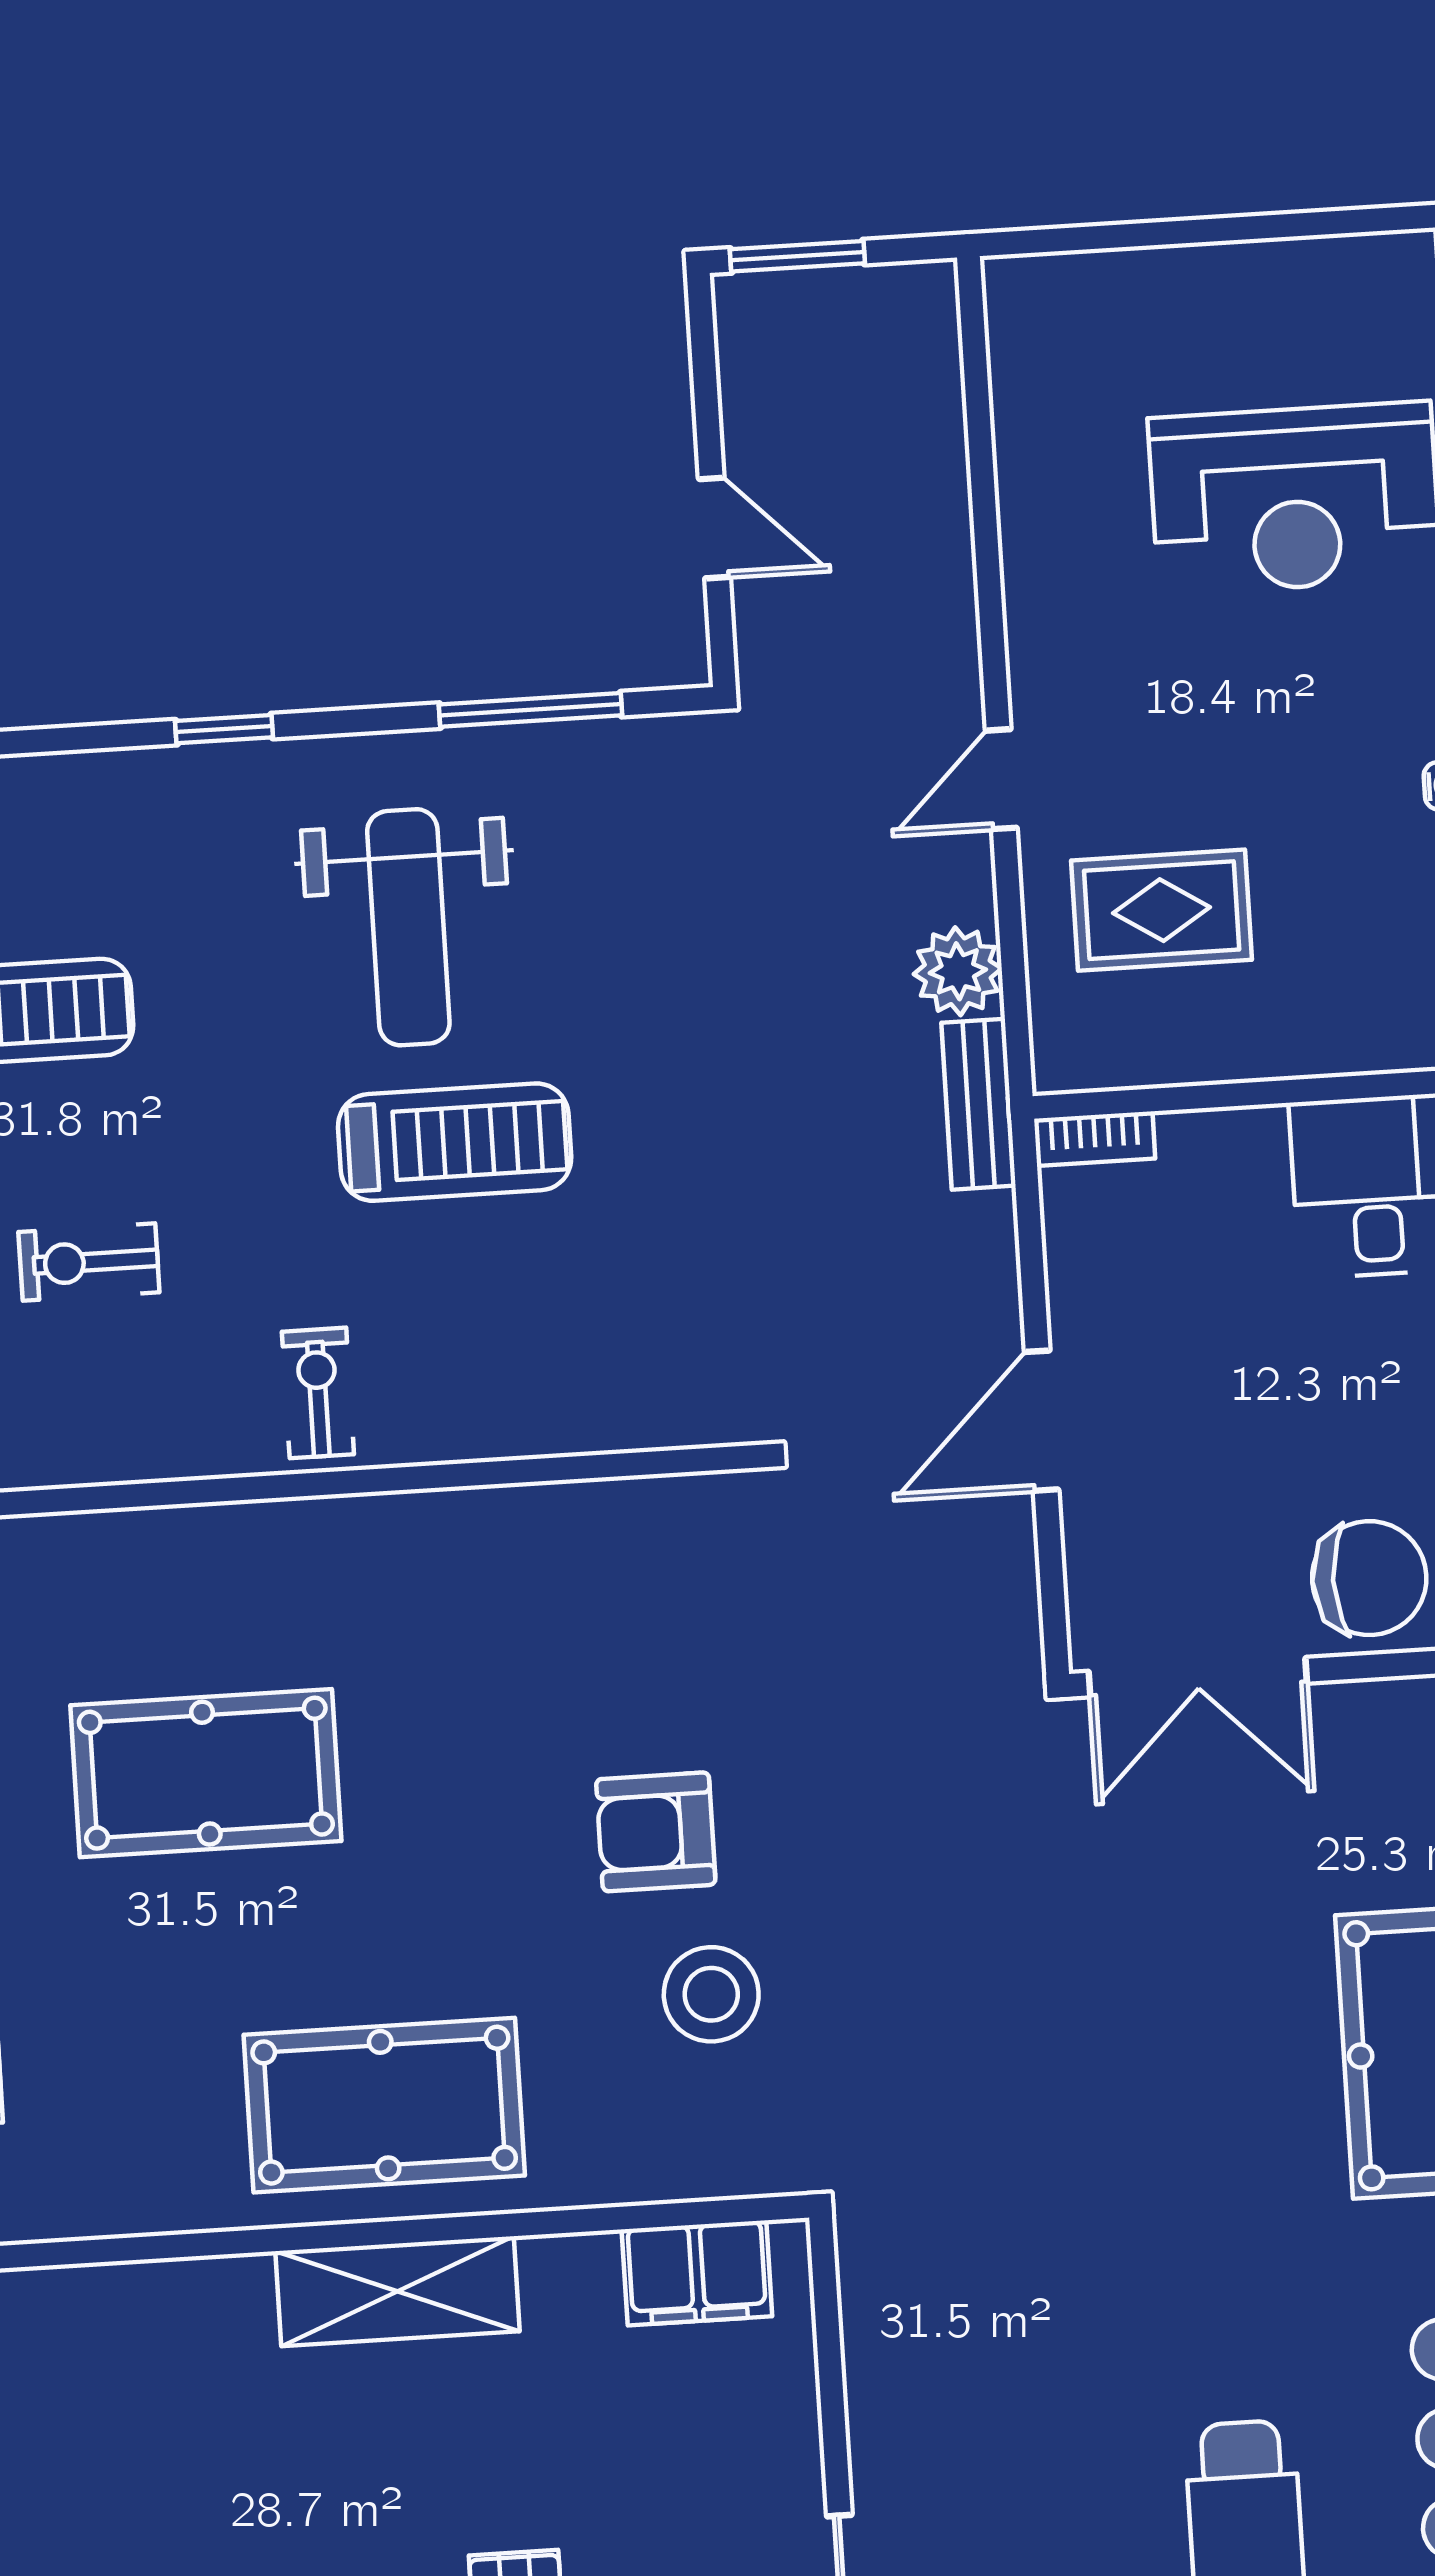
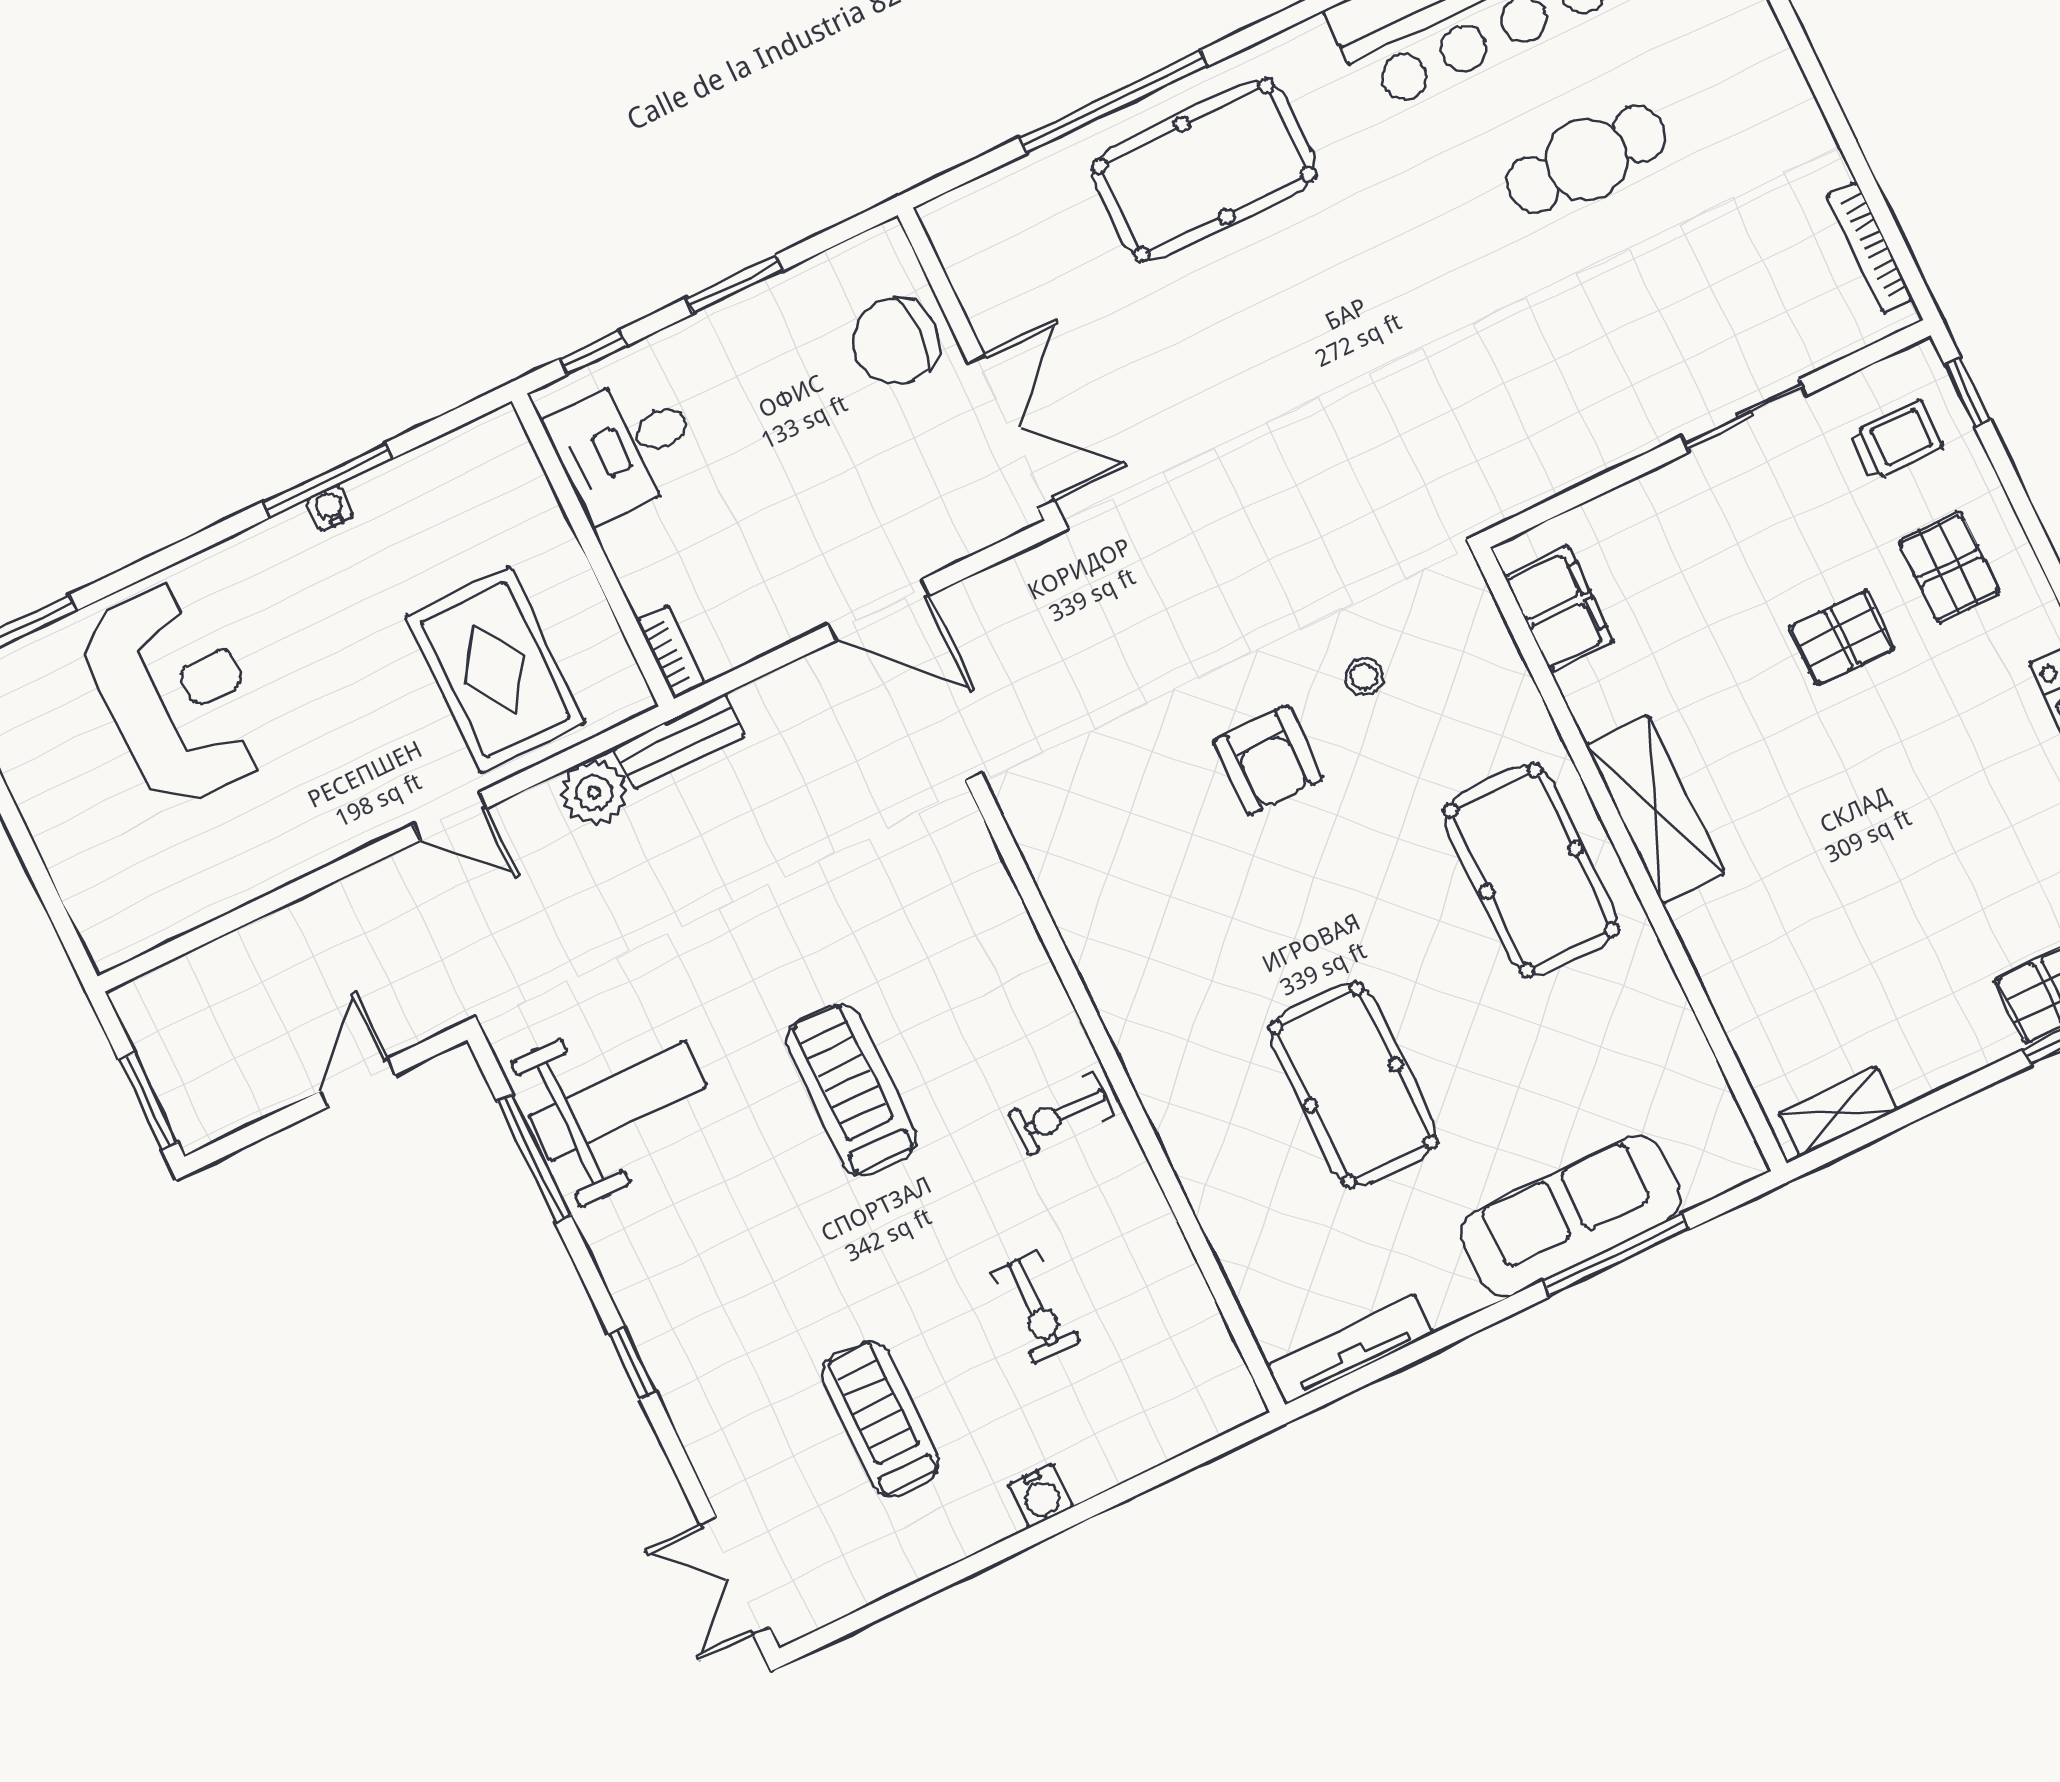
rug: (1162, 910) -> (495, 670), width x1.36, depth x1.43
weight bench: (408, 927) -> (618, 1101), moved
chair: (1369, 1578) -> (896, 341), turned -90
stool: (711, 1994) -> (1364, 677), width x0.53, depth x0.53

